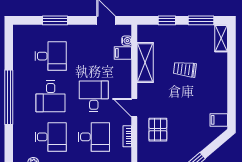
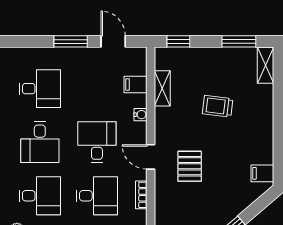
window: (55, 20) -> (71, 41), moved
window: (167, 20) -> (178, 41), moved
water cooler: (127, 41) -> (140, 115), moved
shelving: (145, 63) -> (162, 88), width x0.67, depth x0.75
pallet: (158, 130) -> (190, 166), moved

